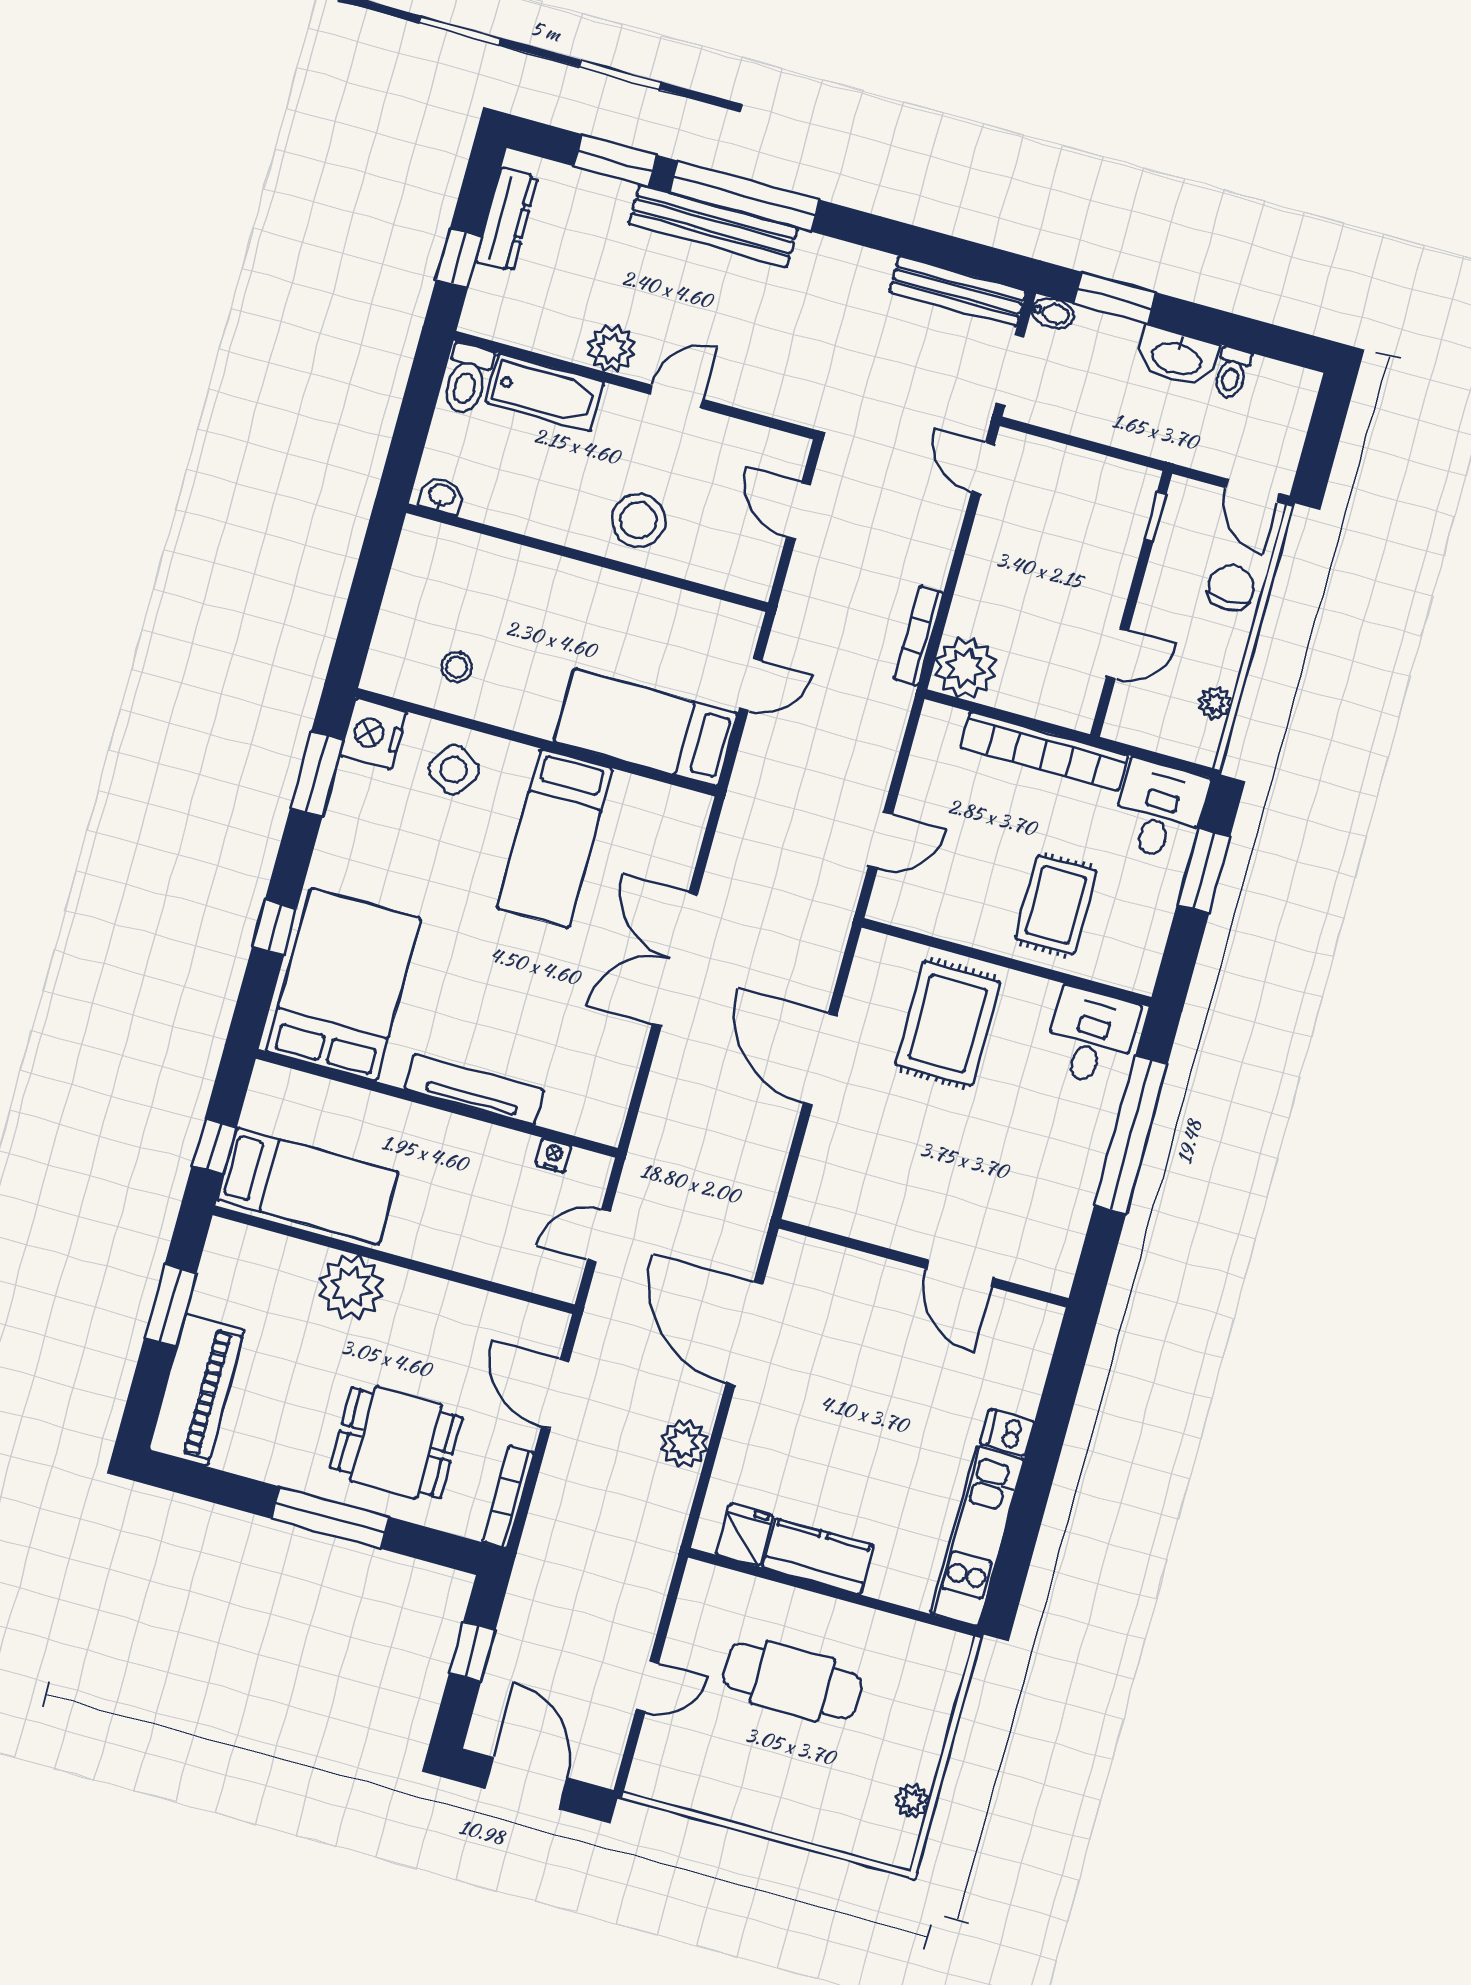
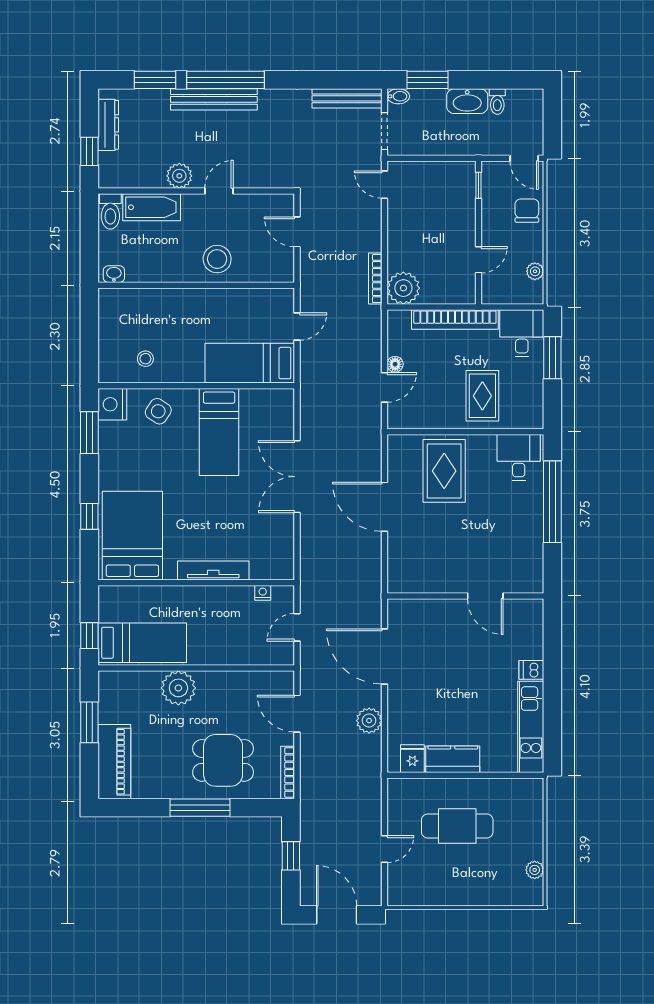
floor lamp: (912, 803) -> (395, 364), added

